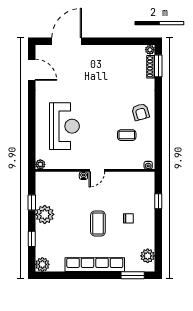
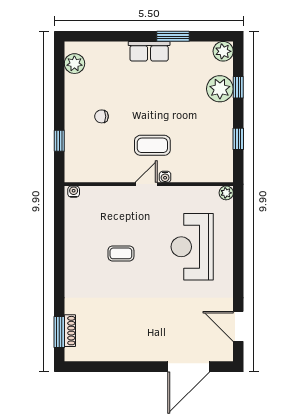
plant: (150, 50) -> (71, 355), removed
armchair: (141, 112) -> (84, 267), removed
coffee table: (127, 135) -> (121, 253), moved
plant: (45, 214) -> (220, 89), moved
coffee table: (98, 224) -> (152, 145), moved, turned 90
row of seats: (95, 265) -> (149, 51), width x0.50
window: (133, 275) -> (173, 36), moved

